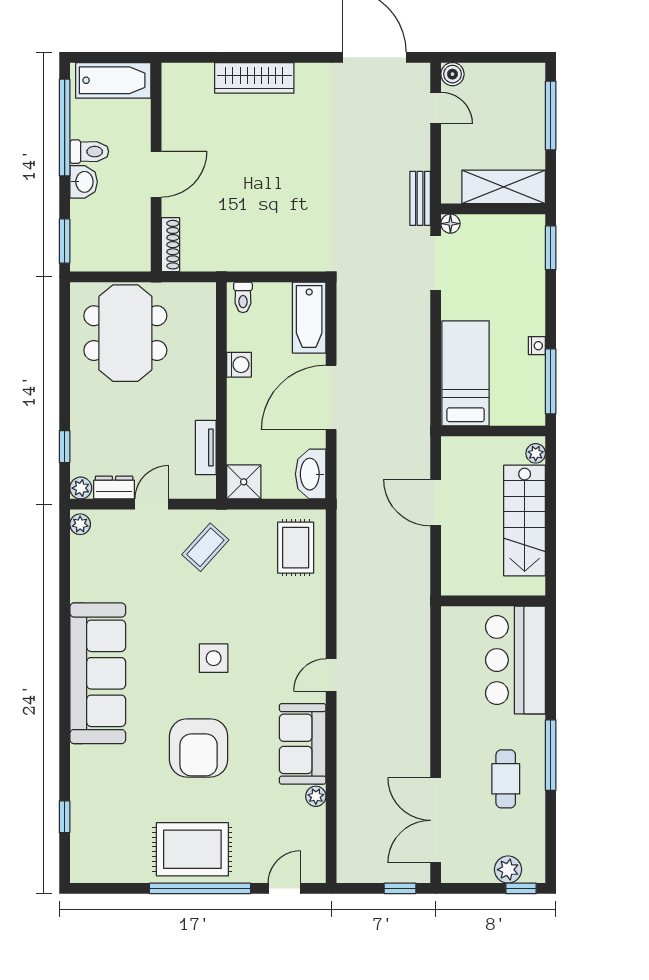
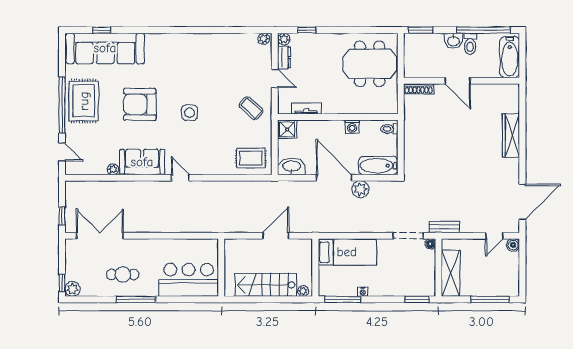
plant: (352, 350) -> (360, 189), added
sofa: (98, 673) -> (105, 48), moved
plant: (508, 870) -> (72, 289), moved

